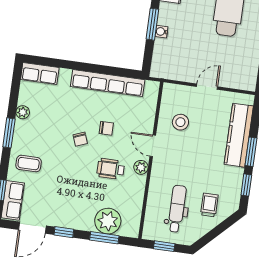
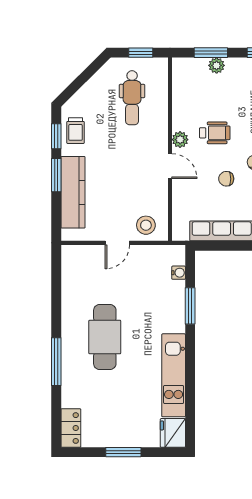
water cooler: (161, 32) -> (179, 273), moved
stool: (180, 122) -> (146, 225), moved
trolley: (209, 205) -> (76, 131), moved
plant: (108, 221) -> (217, 65), width x0.53, depth x0.53

